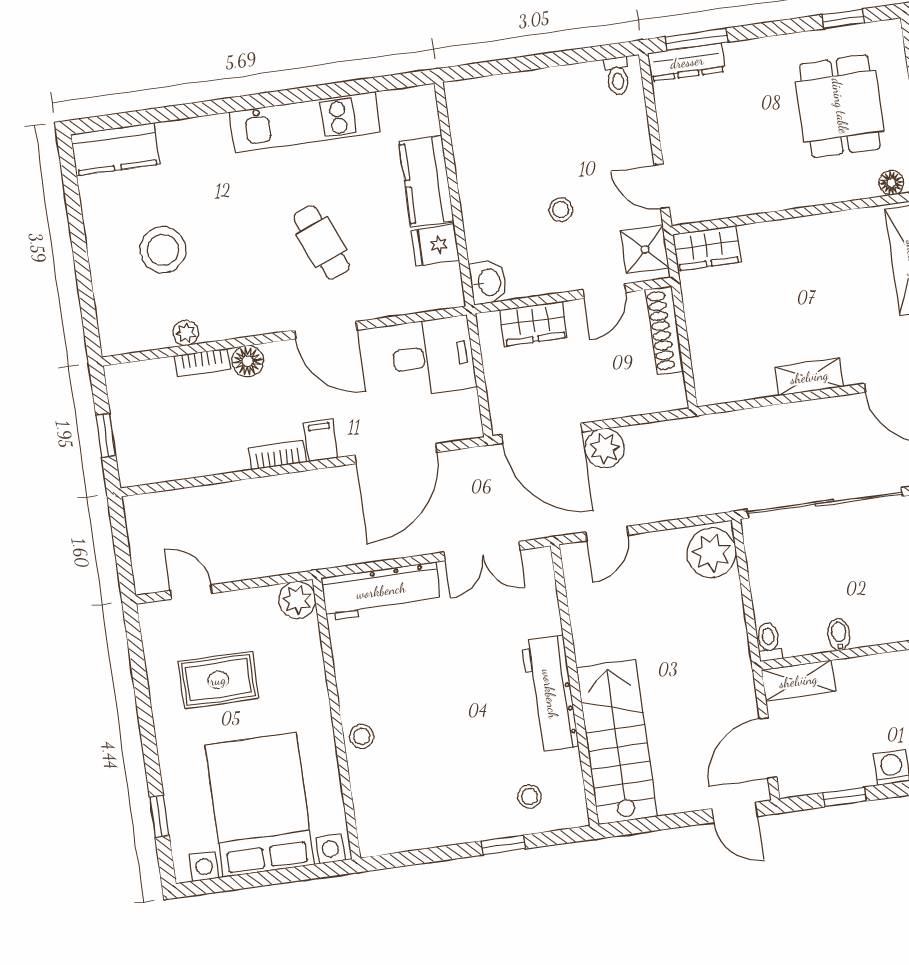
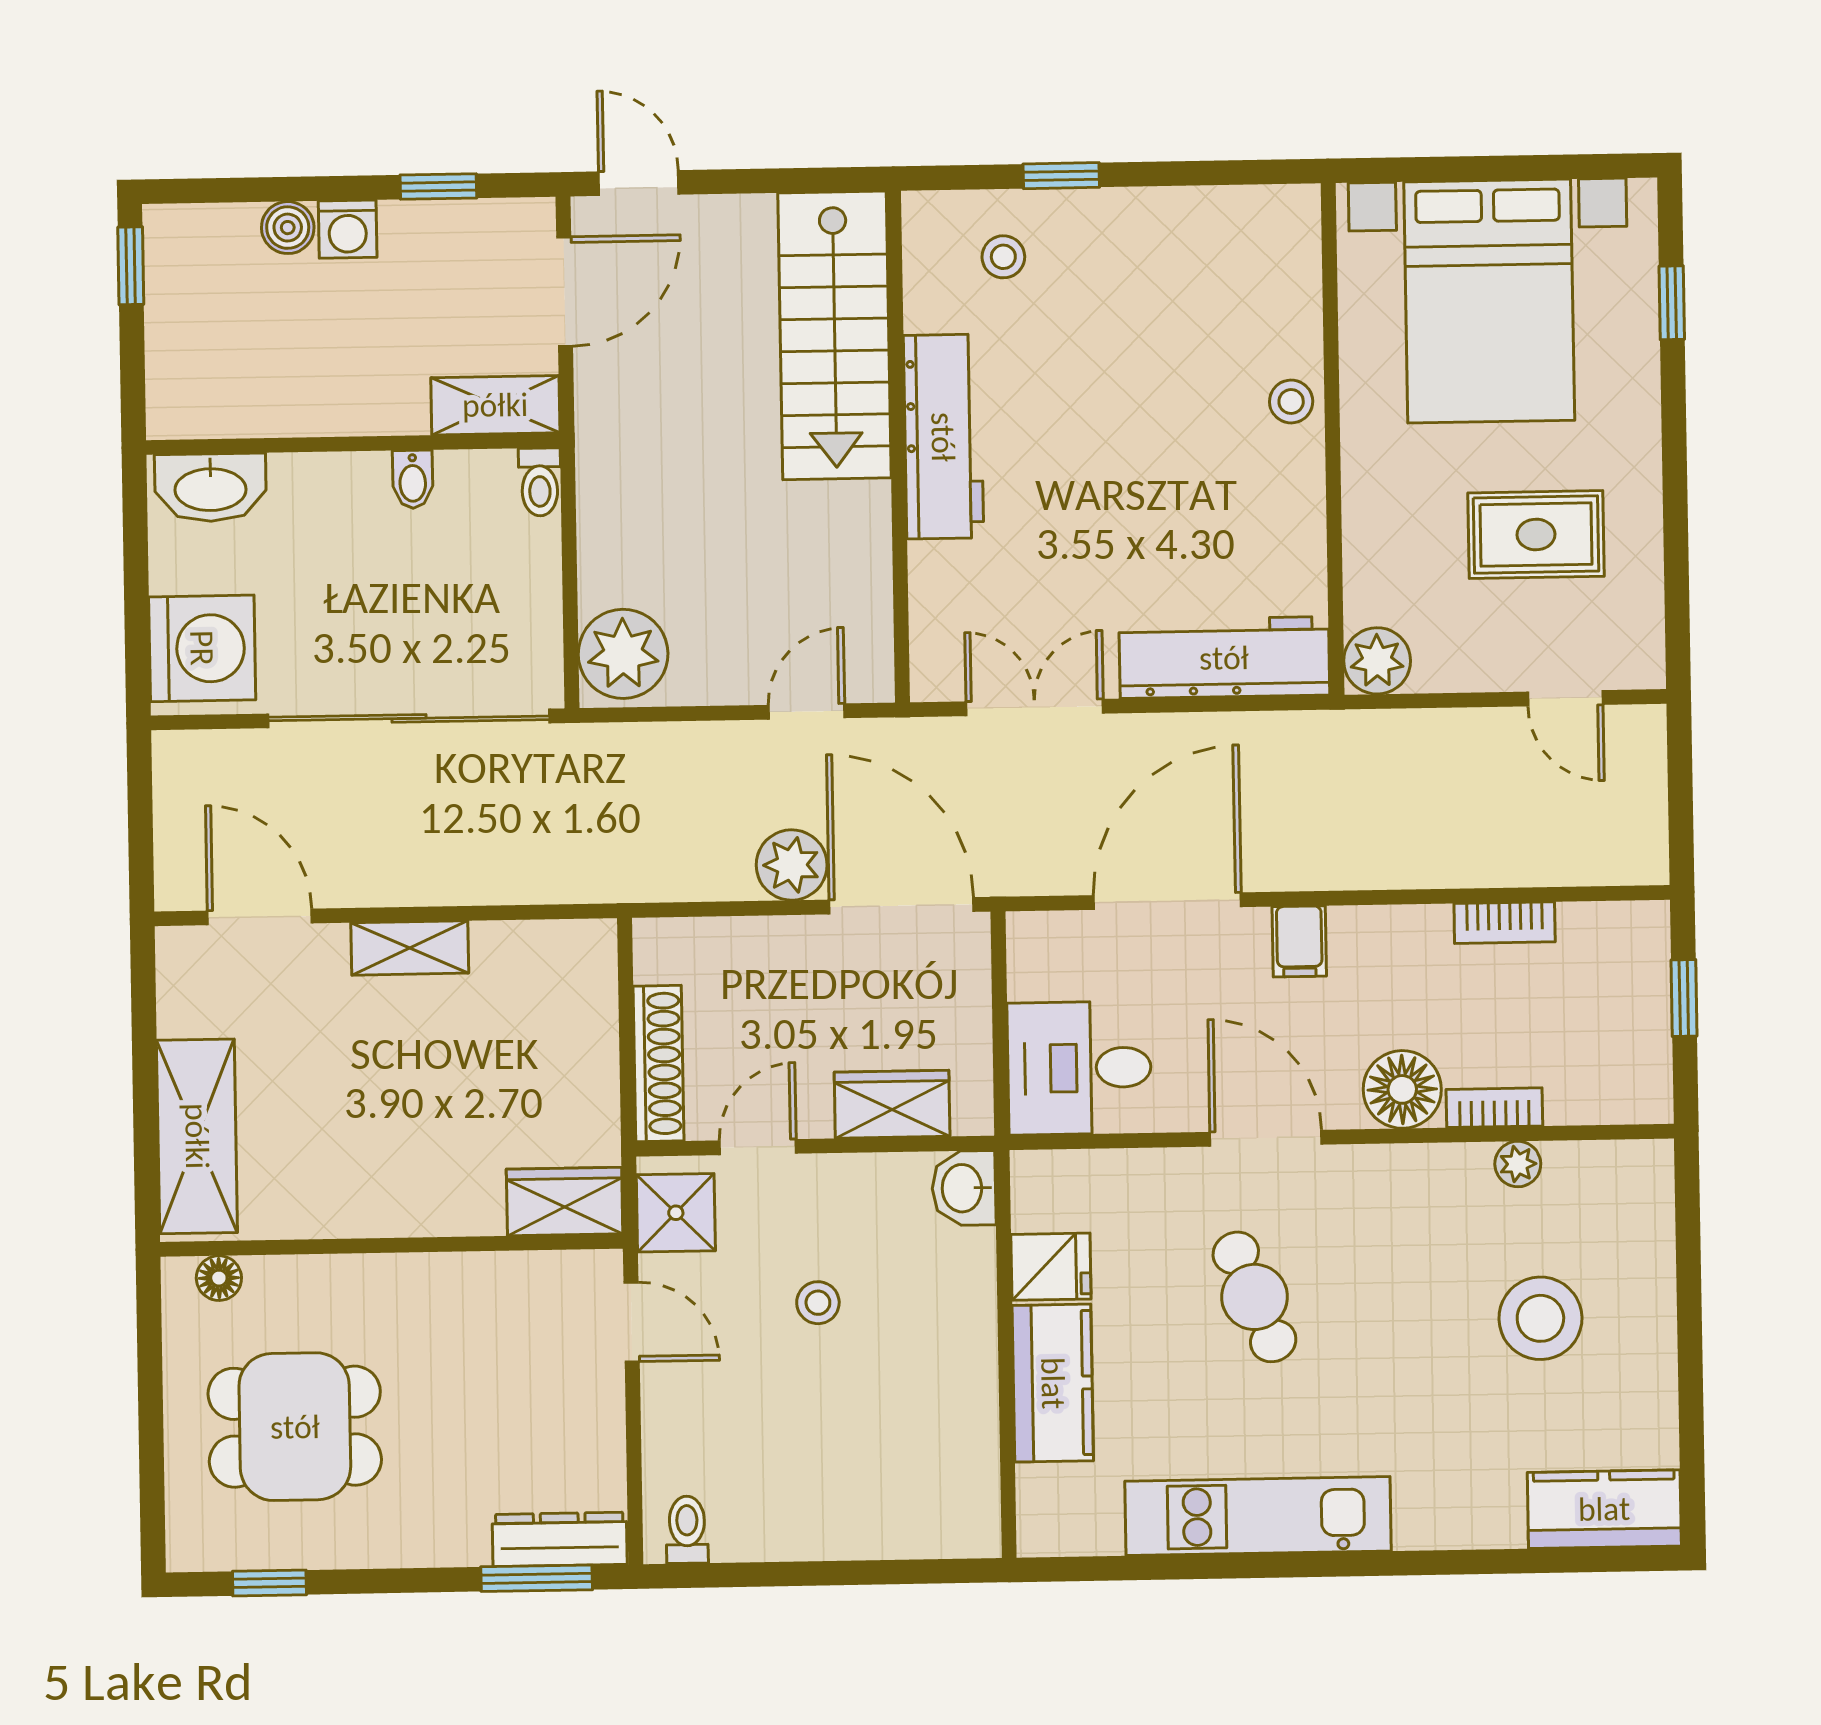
dining table: (840, 106) -> (295, 1427), turned 90
floor lamp: (248, 361) -> (1402, 1089), width x1.38, depth x1.38
bookcase: (277, 455) -> (1505, 923), moved

